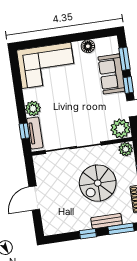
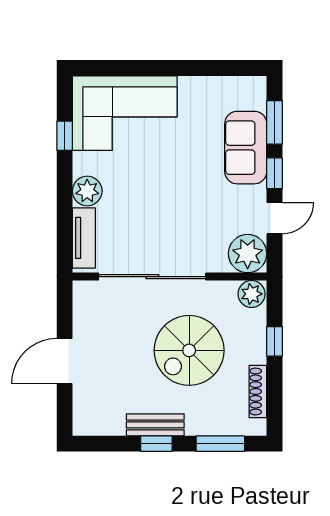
floor lamp: (88, 46) -> (209, 88), removed
window: (24, 131) -> (65, 136), moved
bench: (107, 221) -> (155, 425), moved

